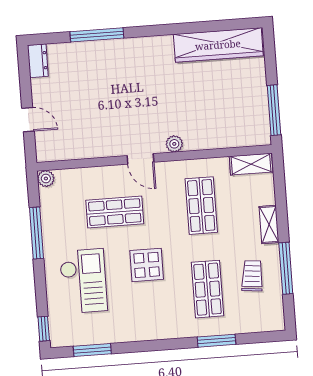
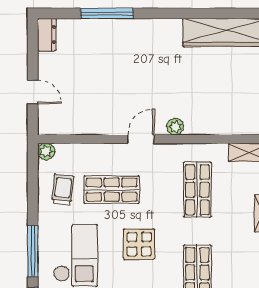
door: (140, 159) -> (141, 139), swing flipped
window: (36, 233) -> (33, 251), moved
trolley: (252, 276) -> (63, 190), moved

